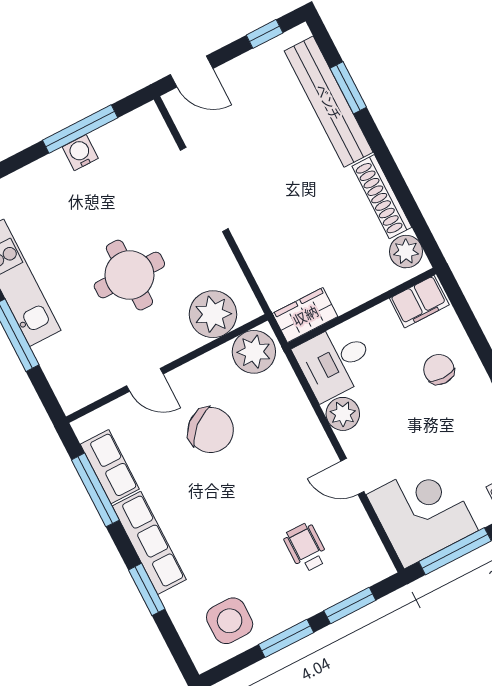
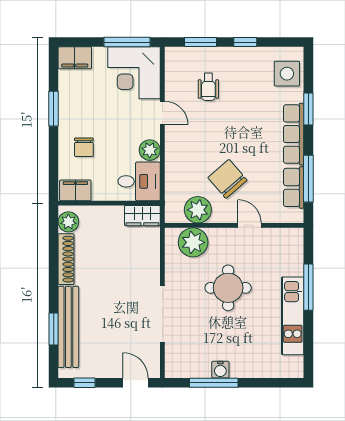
plant: (254, 352) -> (198, 210), moved
side table: (230, 621) -> (287, 74), moved
window: (286, 638) -> (245, 42), width x0.67

